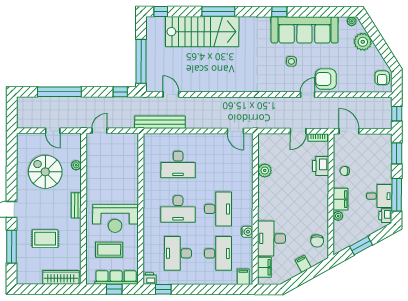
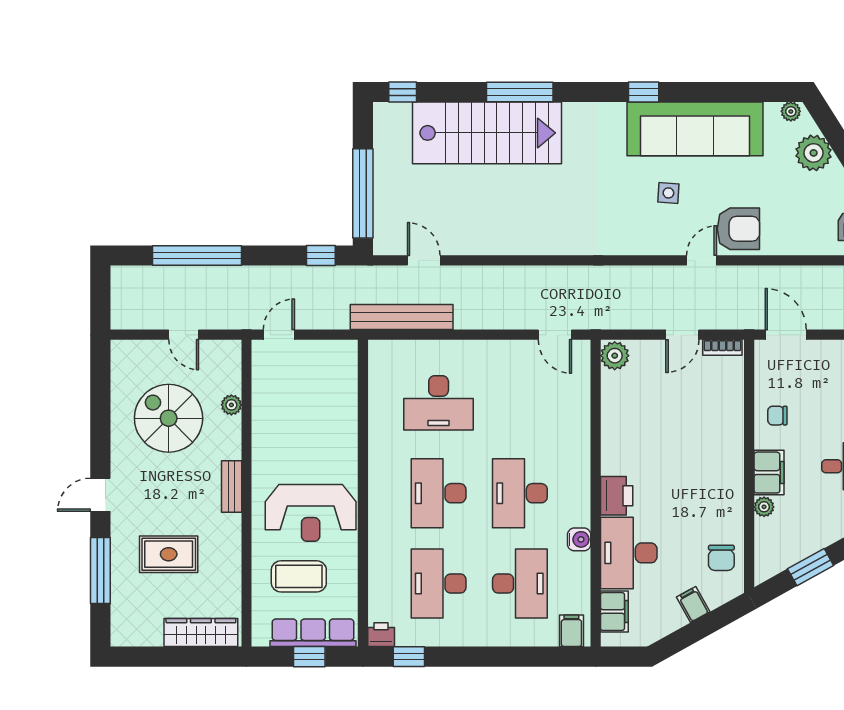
armchair: (326, 79) -> (738, 229), turned 180
printer: (321, 166) -> (617, 496), moved, turned 180
plant: (265, 170) -> (615, 356), moved
desk: (178, 209) -> (439, 493), turned 90
desk: (218, 209) -> (520, 493), turned 180

